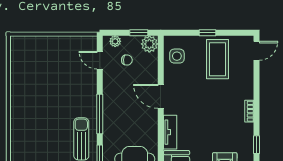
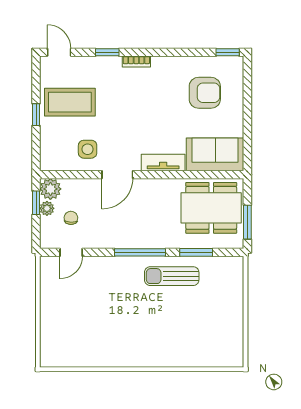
plant: (115, 41) -> (47, 208), moved
side table: (177, 56) -> (88, 149), moved
window: (256, 145) -> (107, 52), moved

